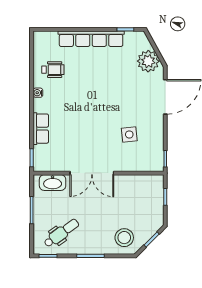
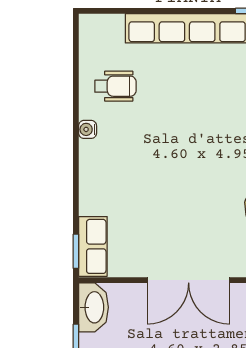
row of seats: (41, 129) -> (93, 246), moved
washbasin: (53, 183) -> (93, 307), moved, turned -90

